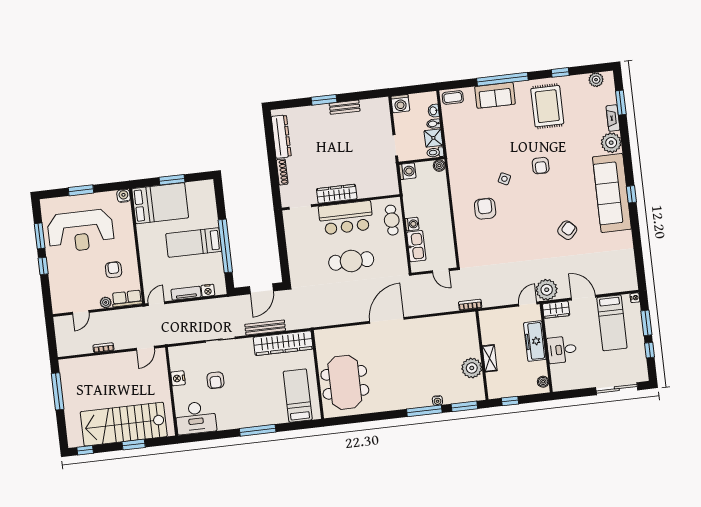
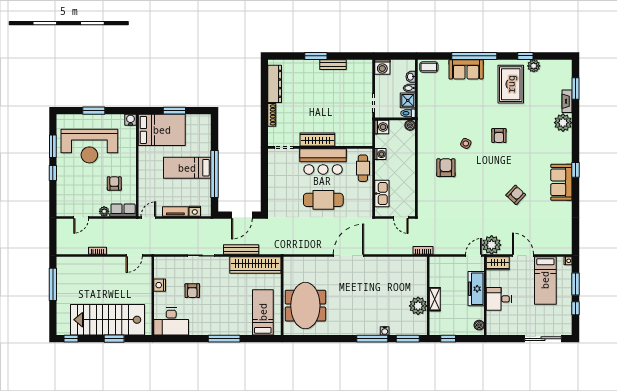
plant: (596, 80) -> (534, 66), moved
sofa: (612, 193) -> (561, 182), width x0.54, depth x0.79
washing machine: (412, 224) -> (380, 154), moved

